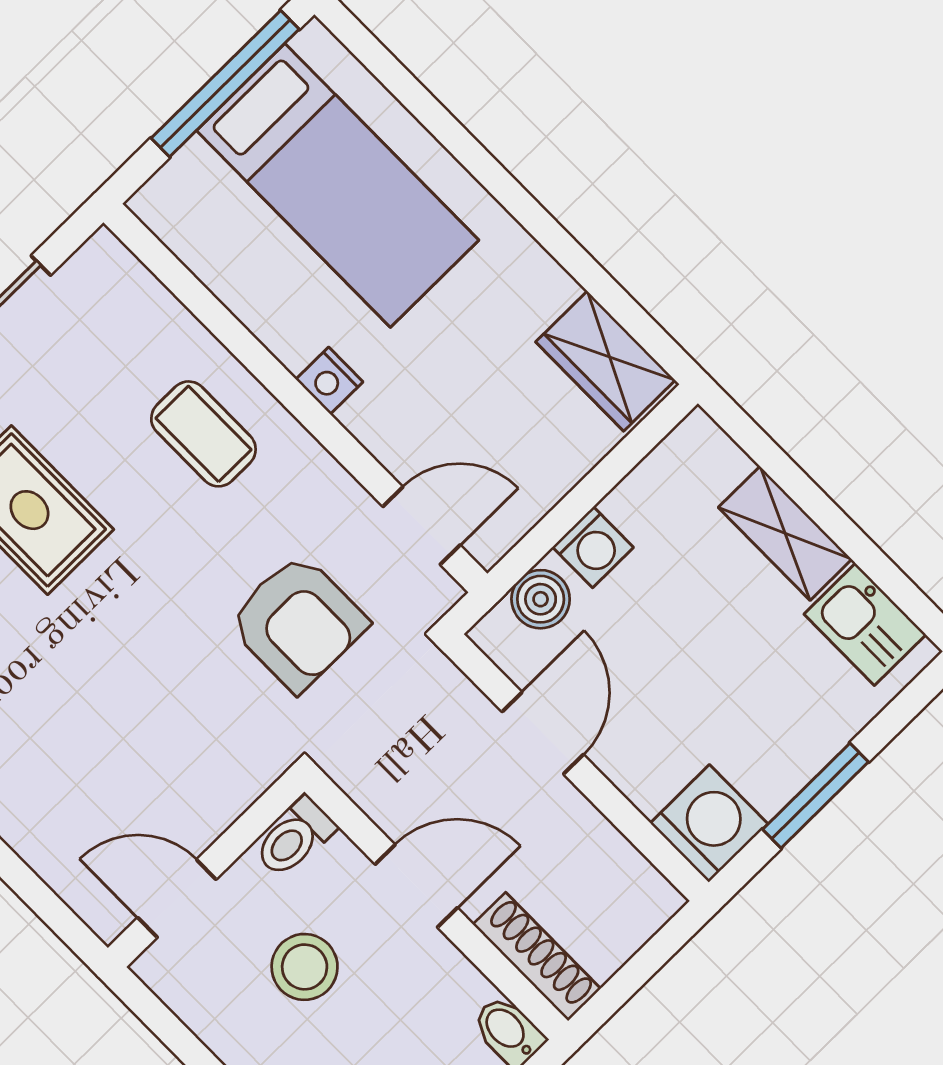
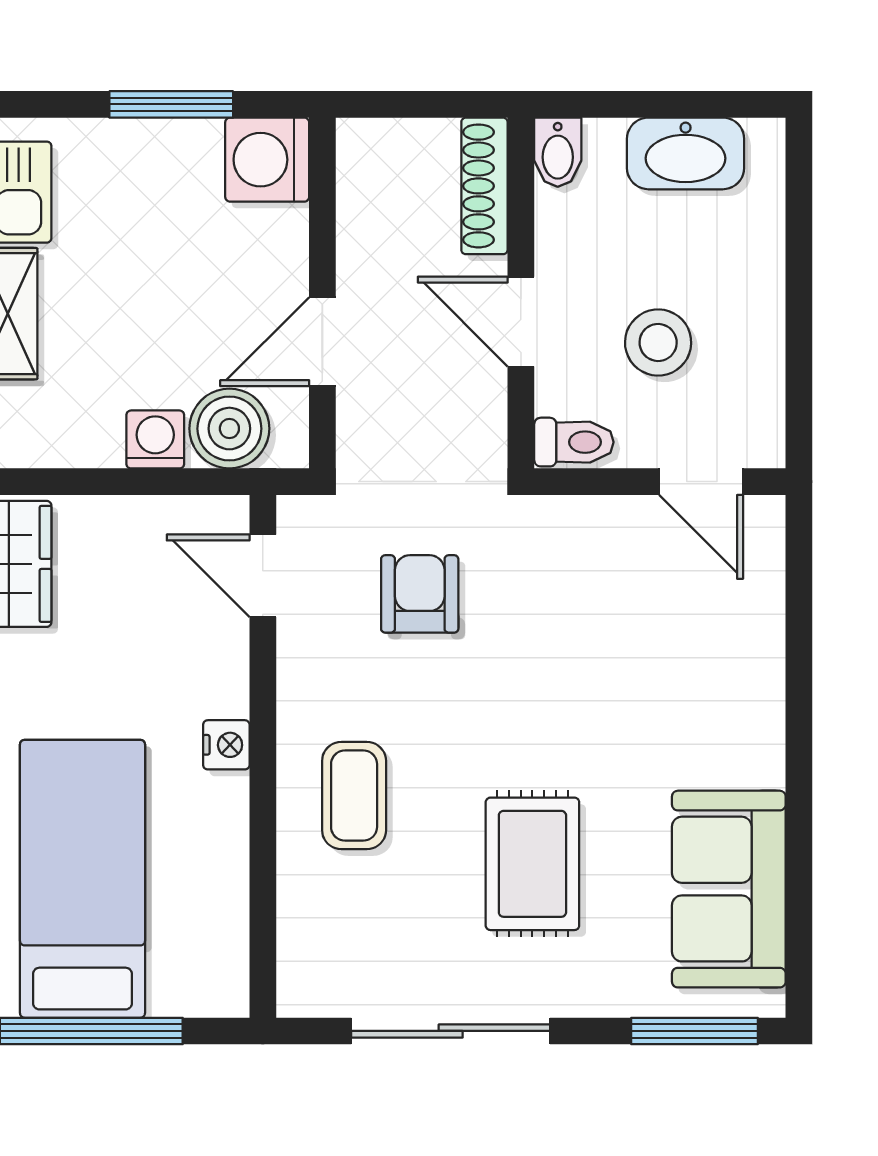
boiler: (541, 599) -> (229, 429), width x1.36, depth x1.36
armchair: (298, 622) -> (420, 594), width x0.72, depth x0.72

